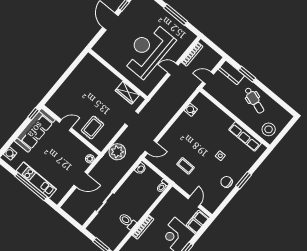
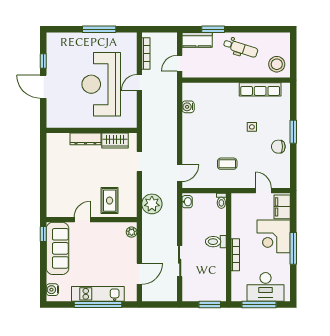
dresser: (110, 76) -> (85, 139), added
door: (81, 180) -> (139, 274), moved
toilet: (127, 221) -> (216, 242), moved

